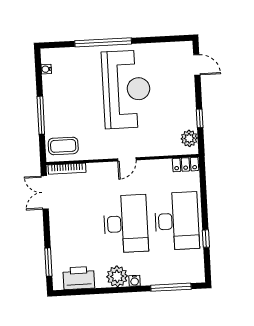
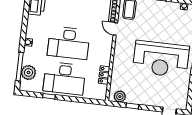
door: (127, 159) -> (115, 29), moved
locker: (185, 165) -> (104, 75), moved
plant: (117, 276) -> (29, 73), moved

